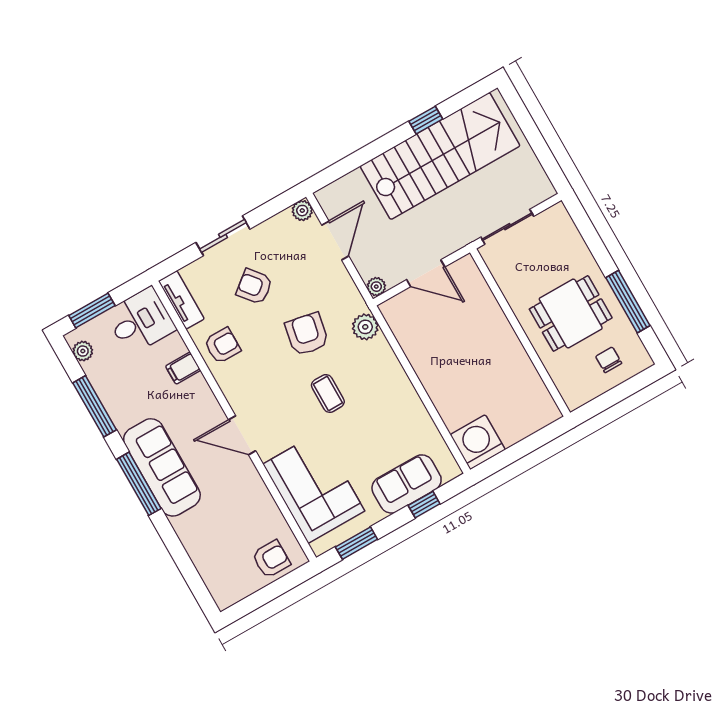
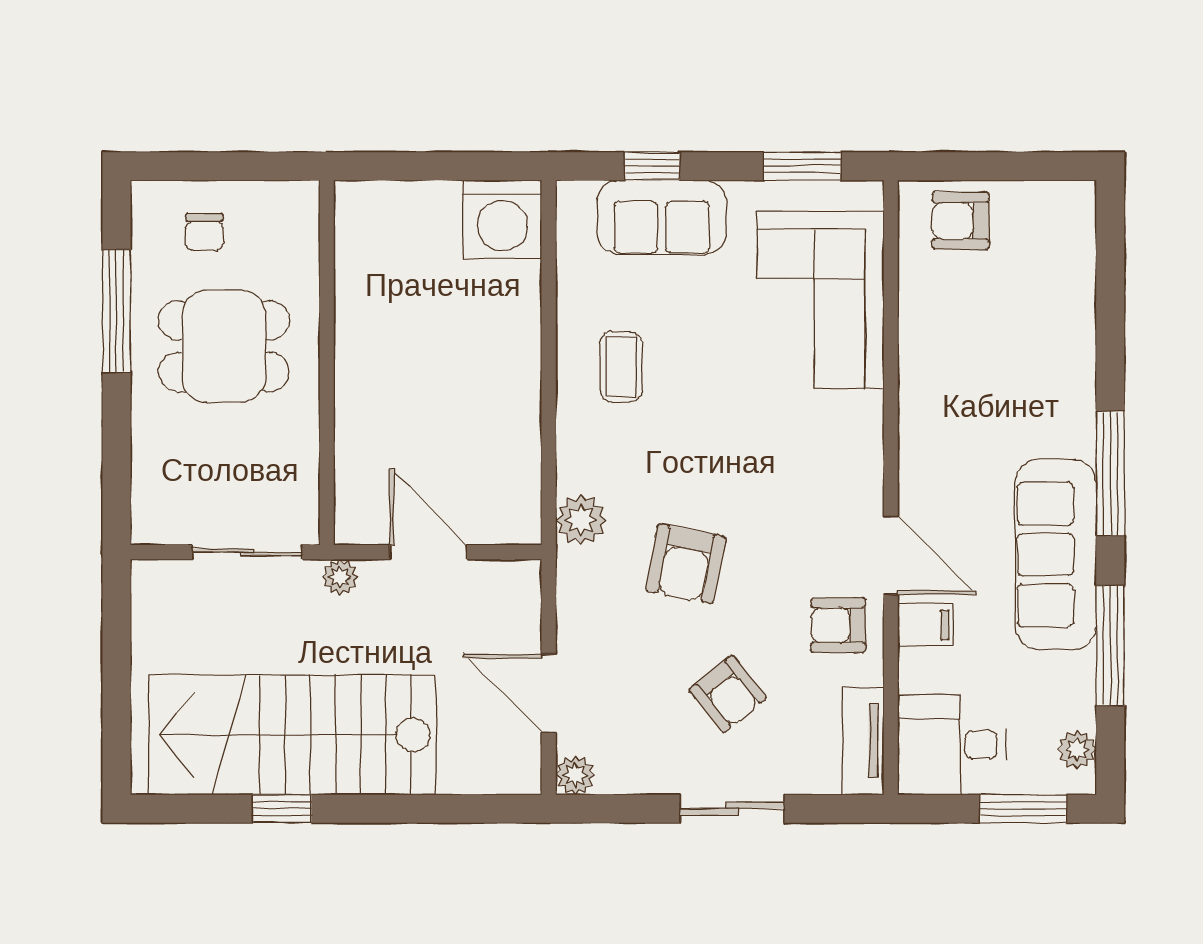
door: (335, 241) -> (549, 693), hinge flipped
plant: (376, 287) -> (340, 577), moved
coffee table: (328, 393) -> (621, 367), moved
door: (242, 435) -> (891, 555), moved
sofa: (162, 467) -> (1056, 554), moved

